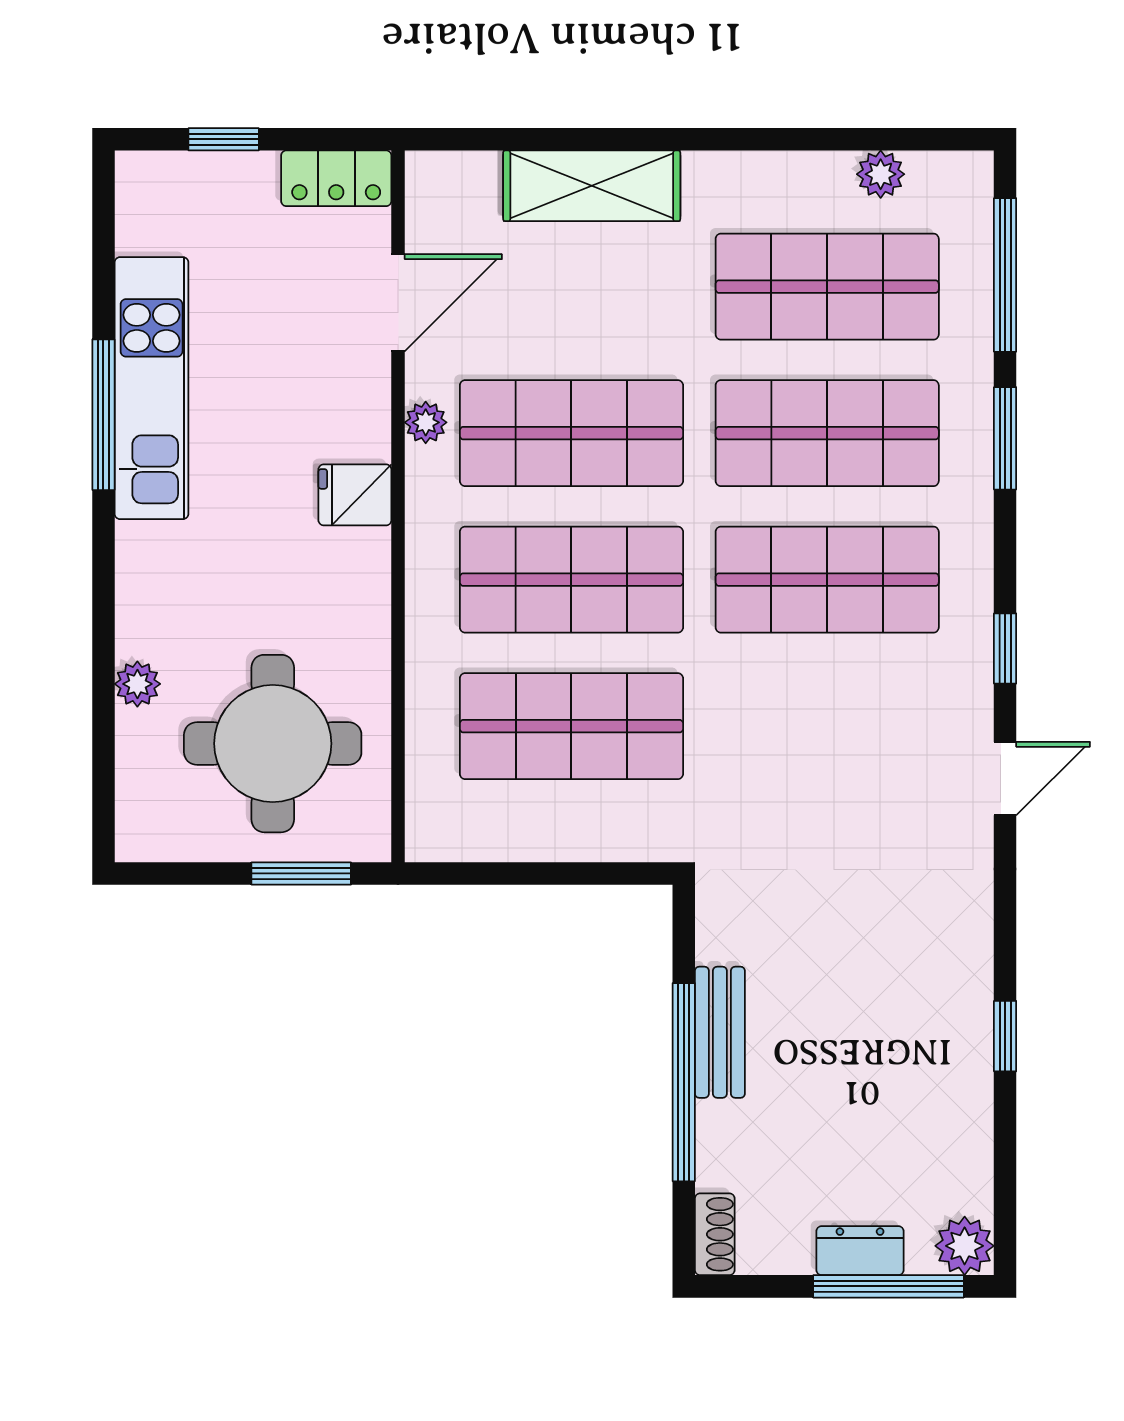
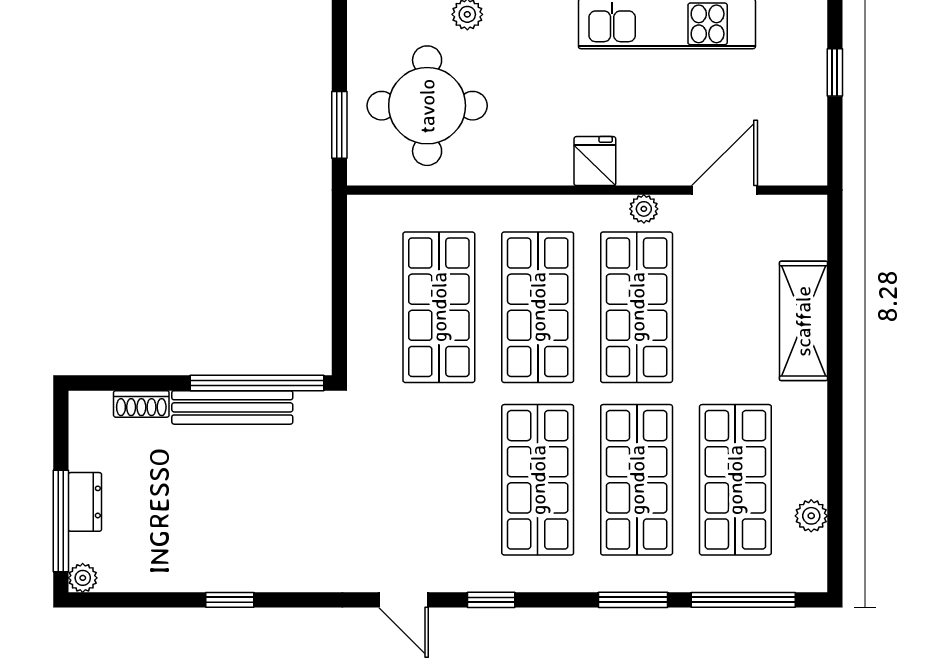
locker: (336, 178) -> (809, 148), removed
door: (398, 303) -> (724, 190), swing flipped
bench: (720, 1032) -> (232, 407), width x1.36
window: (684, 1082) -> (257, 383), moved
shoe rack: (715, 1234) -> (141, 404), moved
plant: (965, 1246) -> (83, 578), width x0.73, depth x0.73

